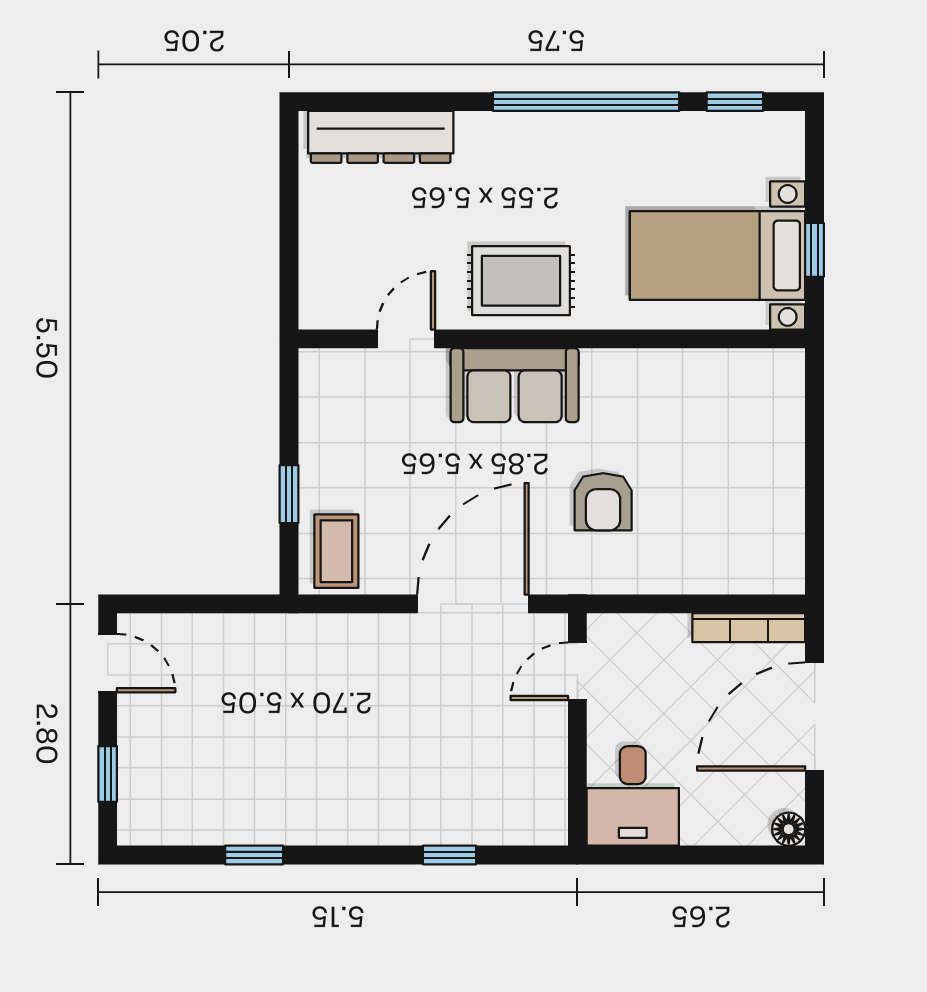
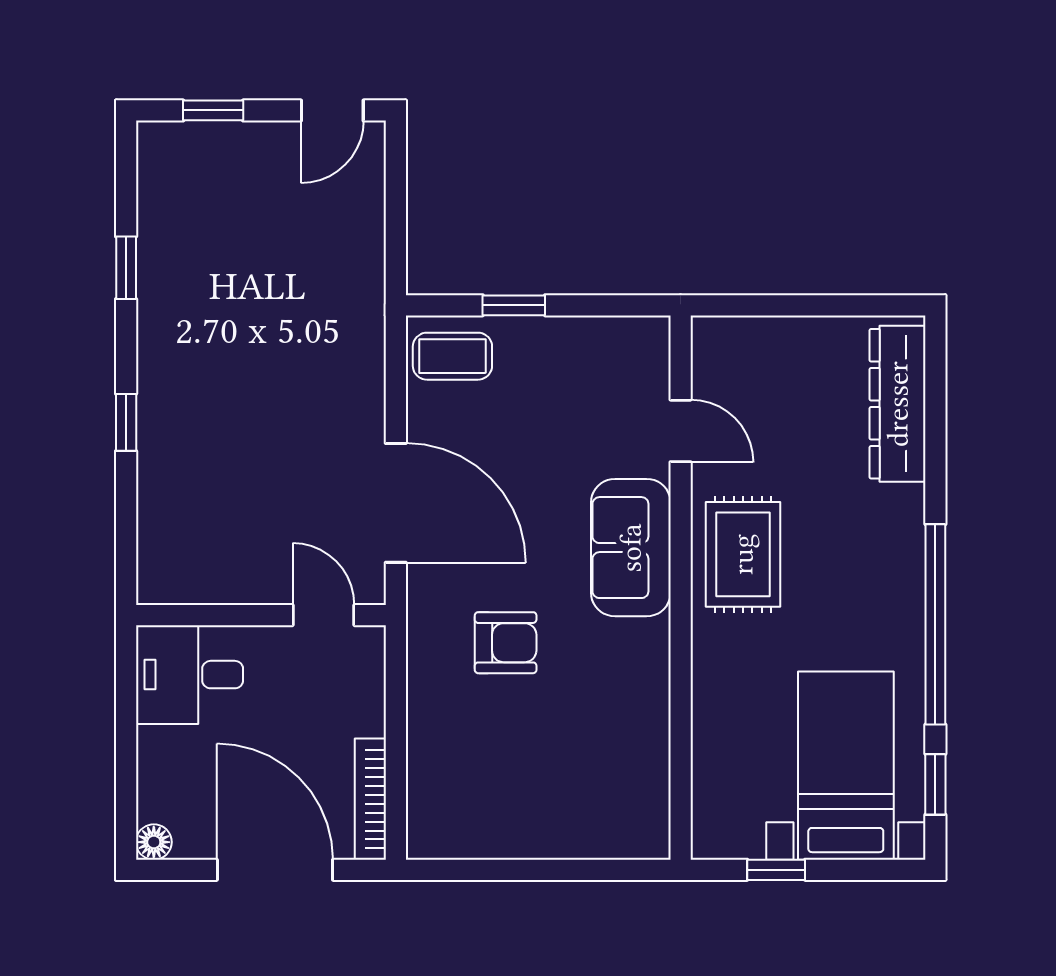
bed with nightstands: (718, 255) -> (846, 766), moved
armchair: (603, 502) -> (506, 643), turned 180
window: (450, 855) -> (126, 422), moved

